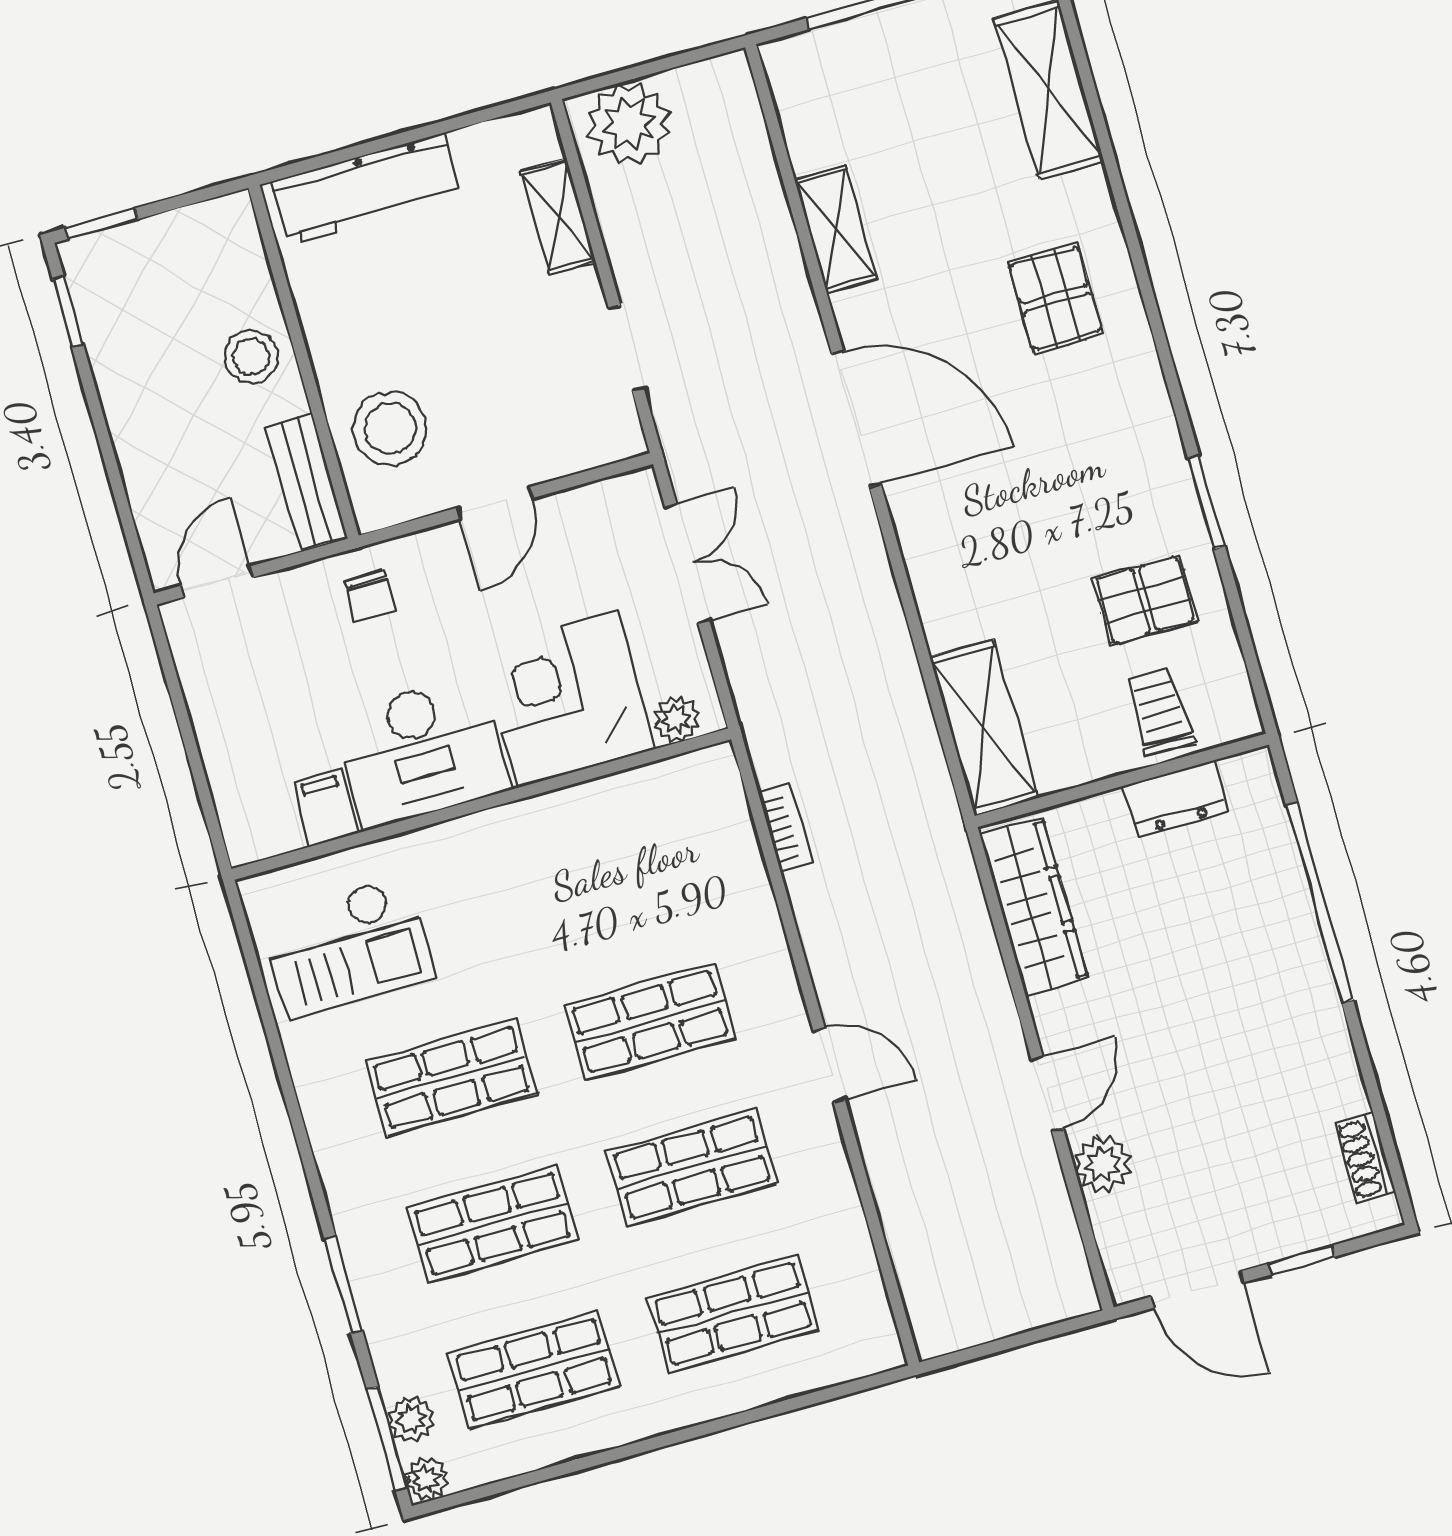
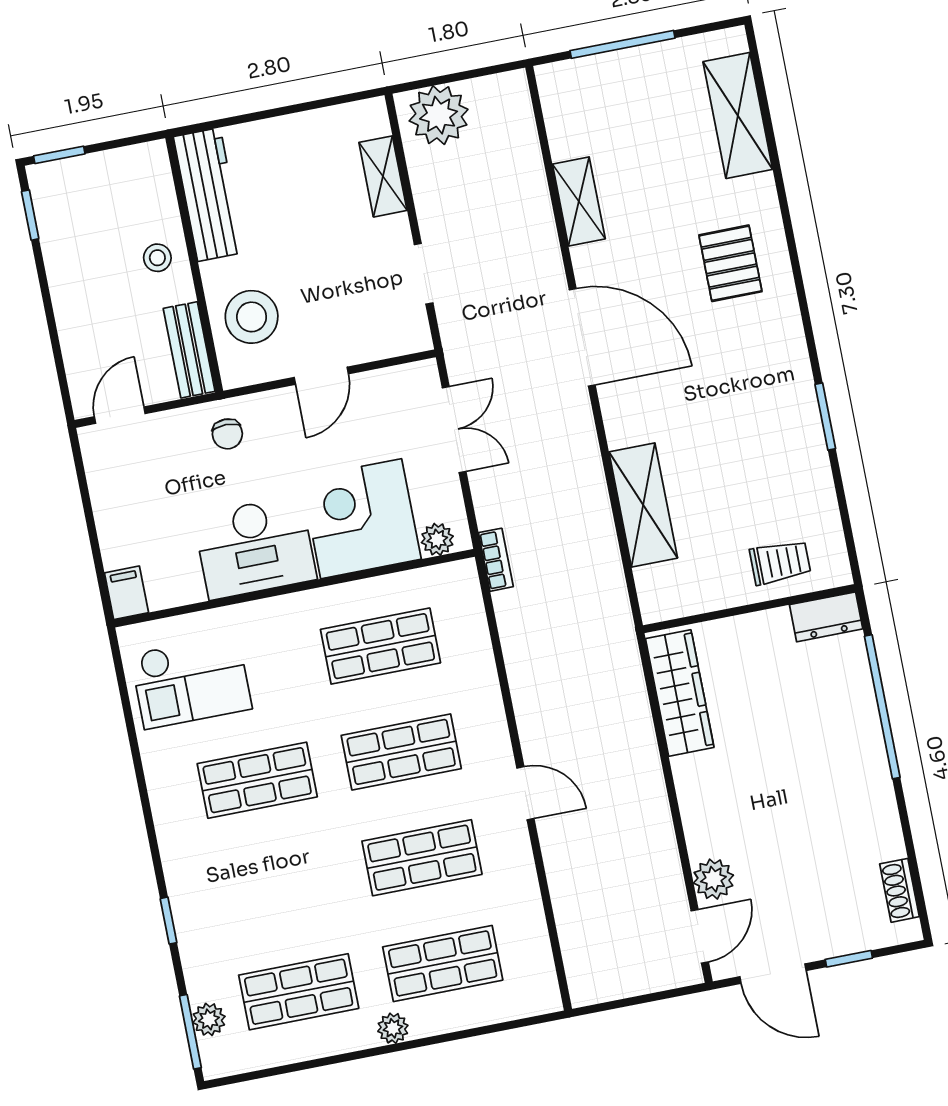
workbench: (366, 189) -> (209, 194), moved, turned -90
stool: (251, 356) -> (157, 258), width x0.73, depth x0.73
pallet: (1145, 600) -> (776, 482), removed
trolley: (1160, 712) -> (780, 562), turned 90
shelving: (984, 728) -> (643, 505), moved
dresser: (1176, 799) -> (826, 617), moved
filing cabinet: (326, 808) -> (126, 593), moved
bookcase: (785, 828) -> (496, 560), moved
door: (1047, 1094) -> (700, 936), moved
shop shelf: (493, 1224) -> (380, 646), moved
window: (343, 1285) -> (169, 921), width x0.67
plant: (427, 1479) -> (393, 1028), moved

